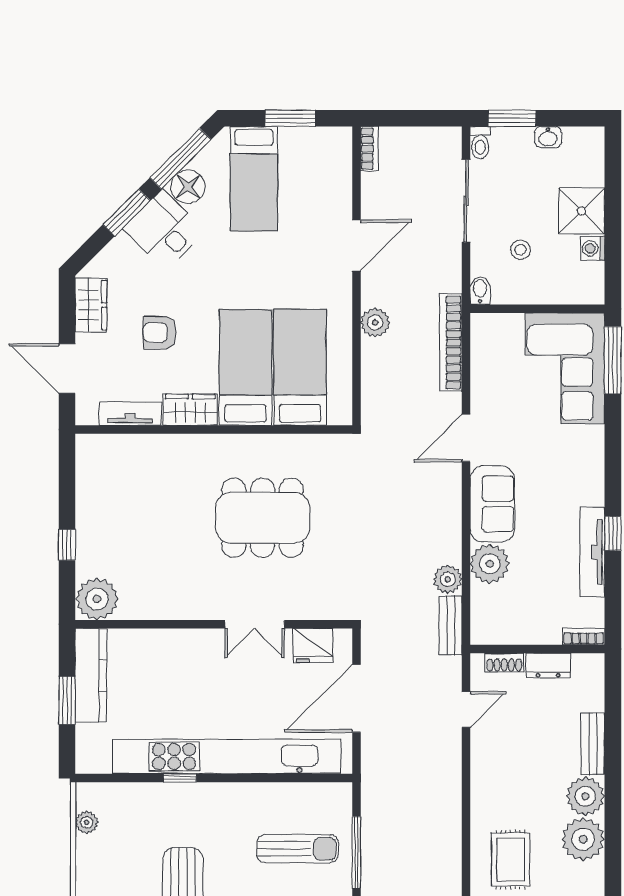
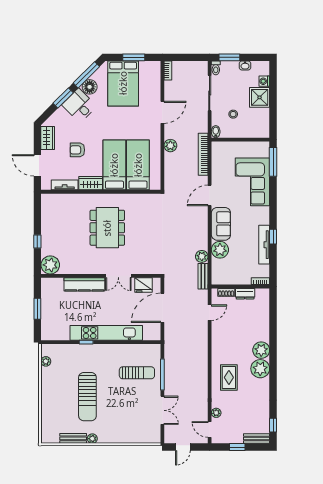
bed: (254, 179) -> (123, 83), width x1.50
washing machine: (593, 248) -> (264, 81), moved
corner sofa: (565, 368) -> (252, 182), moved
dining table: (263, 518) -> (107, 228), moved, turned 90
kitchen counter: (91, 675) -> (84, 284), moved, turned 90
bench: (593, 744) -> (264, 328), removed
kitchen unit: (227, 756) -> (106, 333), width x0.73

